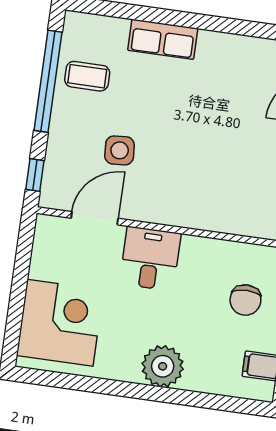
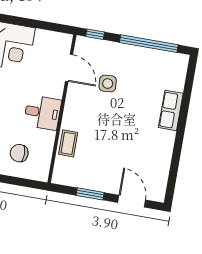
coffee table: (87, 76) -> (68, 143), moved
desk: (150, 259) -> (42, 113), moved

